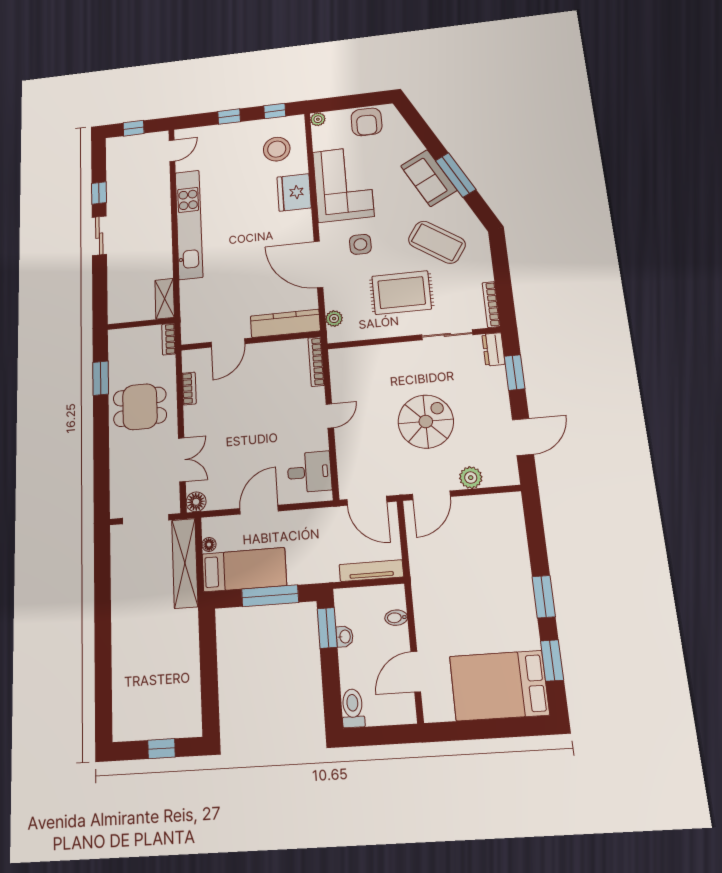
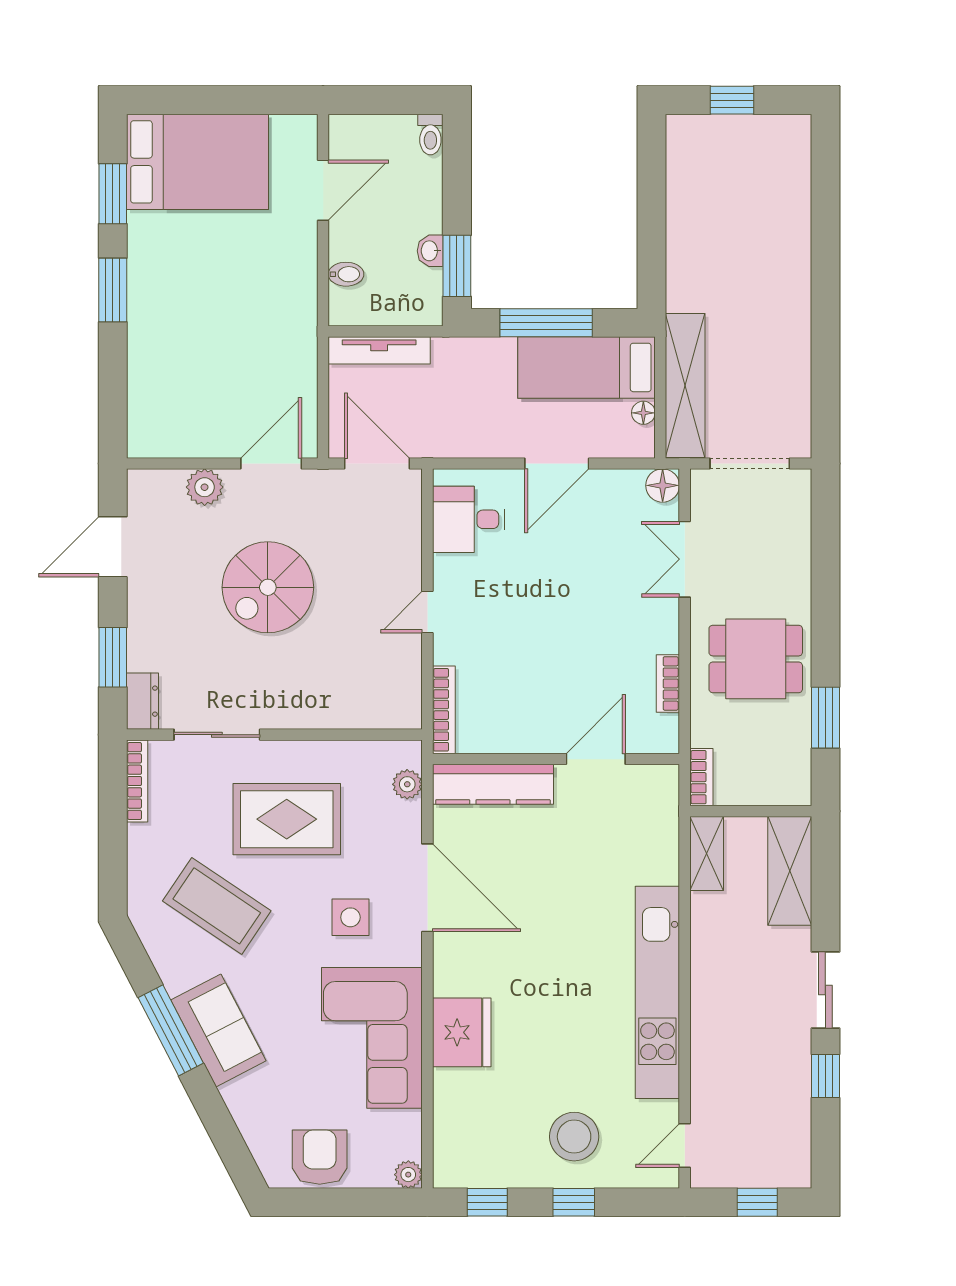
stool: (277, 149) -> (574, 1137), moved
shelving: (119, 294) -> (790, 871), added
toilet: (353, 708) -> (430, 135), width x0.73, depth x0.72

